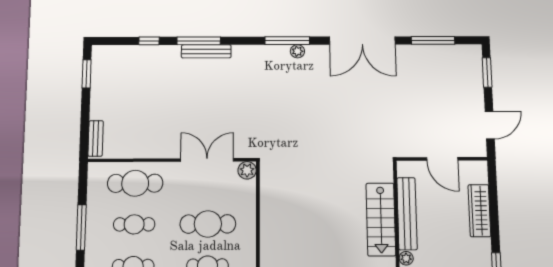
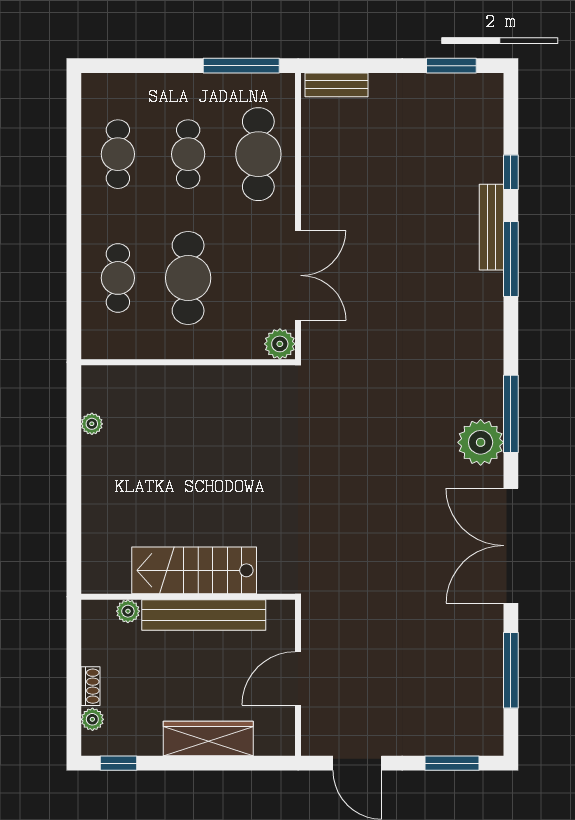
bench: (206, 51) -> (492, 227), moved
plant: (297, 51) -> (481, 442), width x1.87, depth x1.87
window: (81, 227) -> (241, 66), moved

